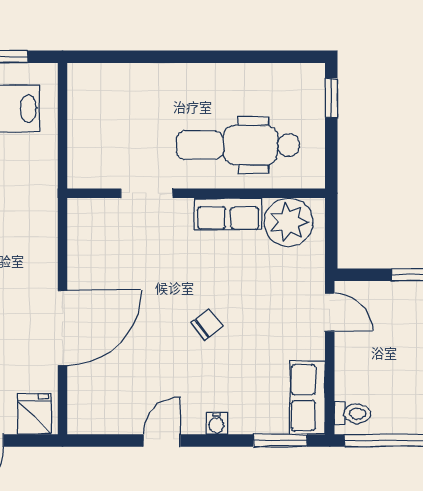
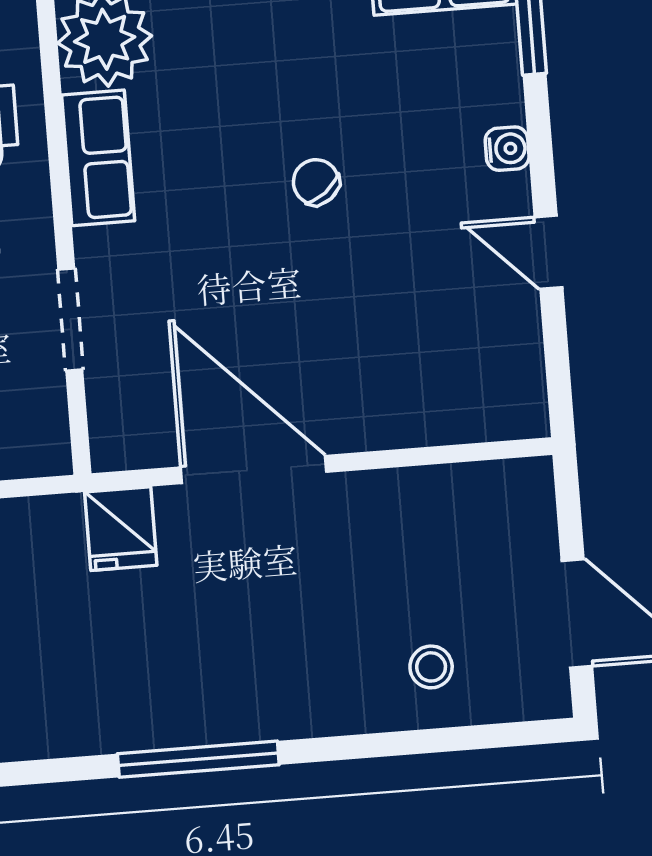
door: (63, 328) -> (254, 470), moved
fridge: (35, 414) -> (121, 529), moved, turned -90

